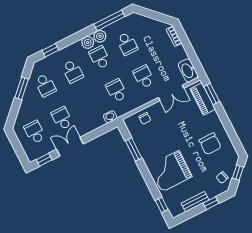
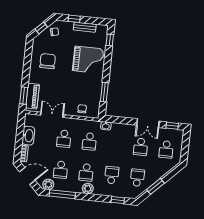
door: (156, 16) -> (27, 176), added
plant: (100, 36) -> (48, 184), moved
school desk: (127, 44) -> (61, 170), turned 180
washbasin: (188, 70) -> (28, 136), moved

